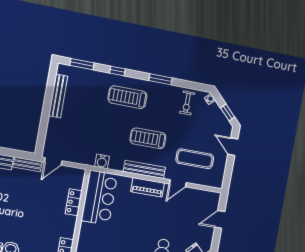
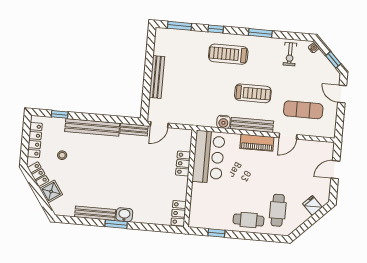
bench: (58, 96) -> (157, 77), moved
treadmill: (148, 138) -> (253, 93), turned 180
water cooler: (102, 161) -> (223, 122), moved

